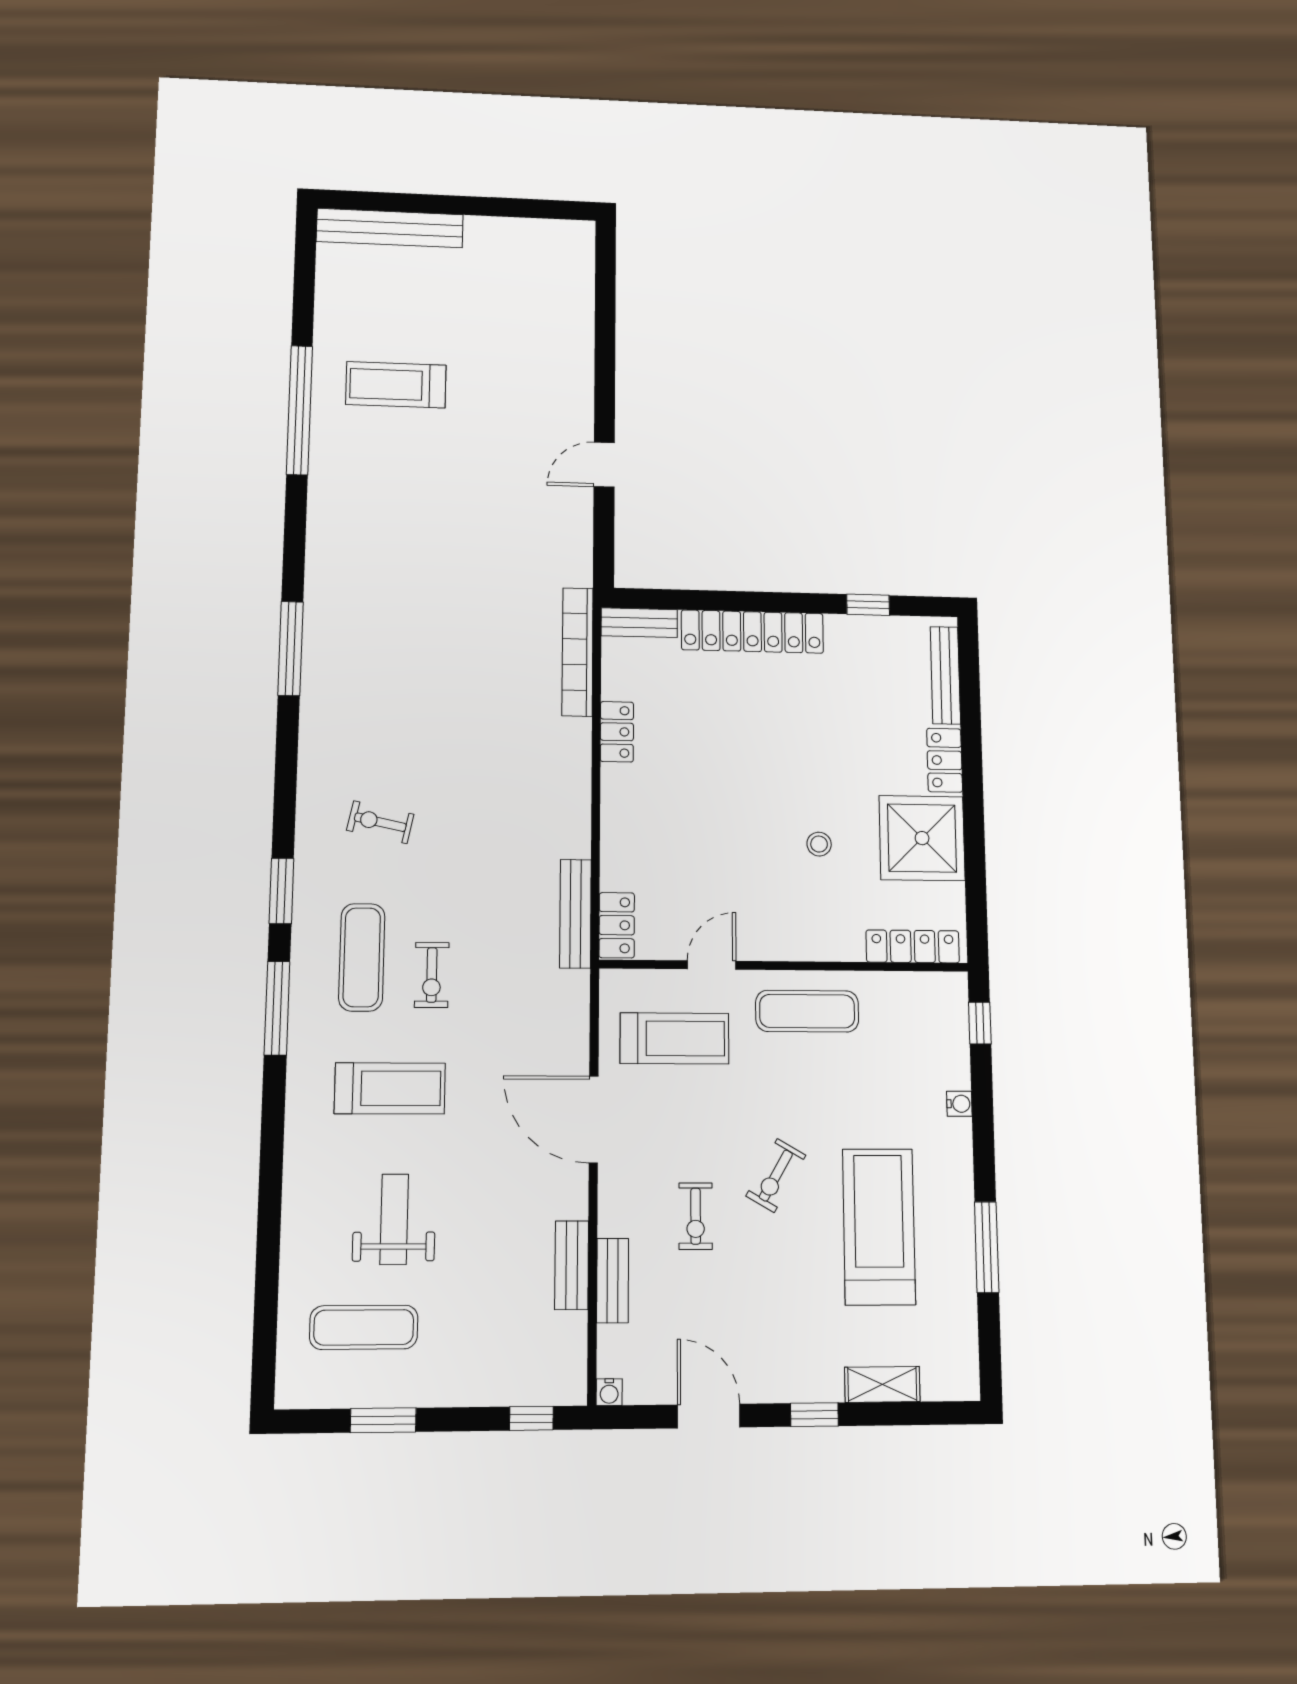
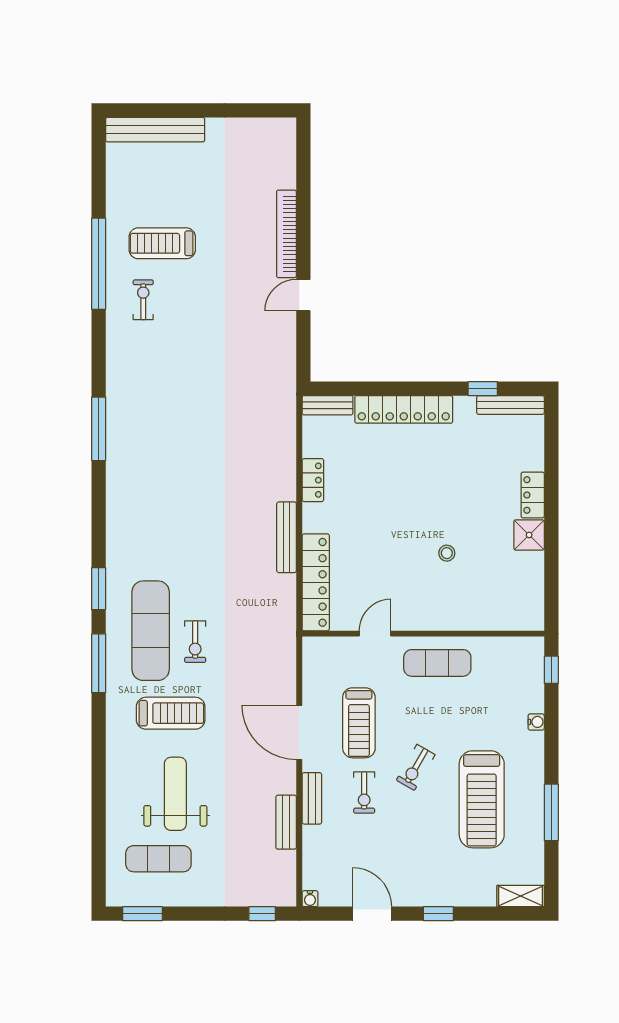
bookcase: (578, 652) -> (286, 234), moved
bench: (945, 675) -> (510, 405), moved, turned 90
exercise bike: (380, 822) -> (143, 300), moved, turned 78
shower: (922, 838) -> (529, 535), width x0.54, depth x0.54
bench: (575, 914) -> (287, 537), moved
locker: (617, 925) -> (316, 582), width x2.16, depth x1.21
locker: (913, 946) -> (508, 620), removed
exercise mat: (362, 957) -> (151, 631), width x1.36, depth x1.45
treadmill: (675, 1038) -> (359, 723), moved, turned 90
weight bench: (394, 1219) -> (175, 794), width x1.36, depth x1.33
treadmill: (879, 1227) -> (482, 799), turned 180
bench: (613, 1281) -> (312, 798), moved
shelving: (882, 1384) -> (521, 896), moved
window: (383, 1420) -> (142, 914), moved

